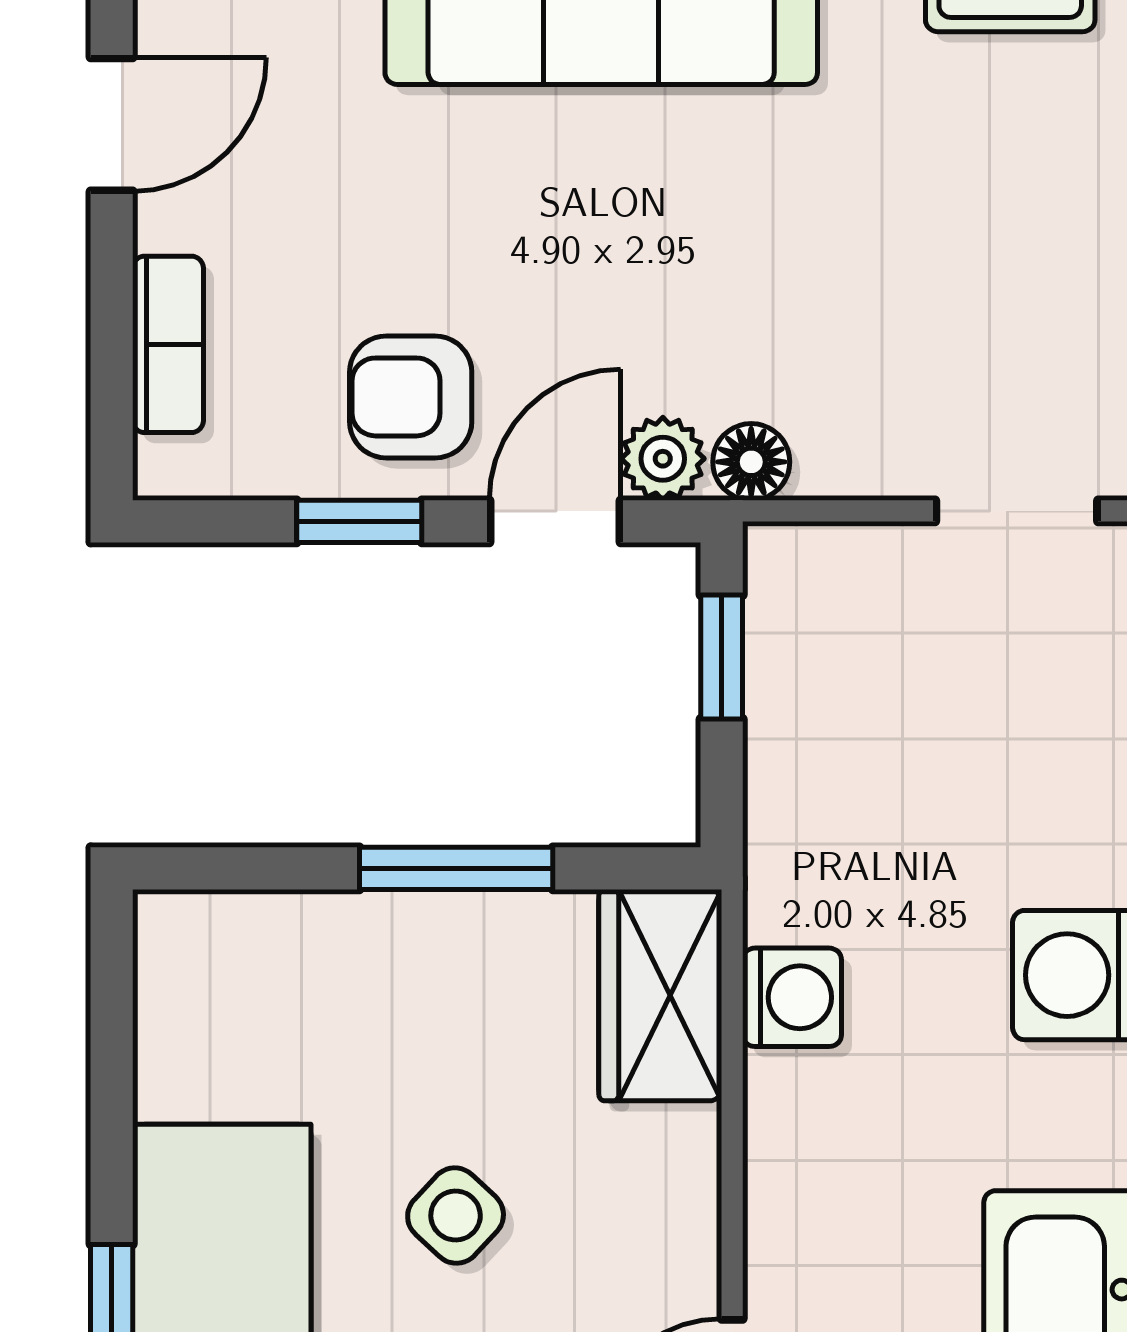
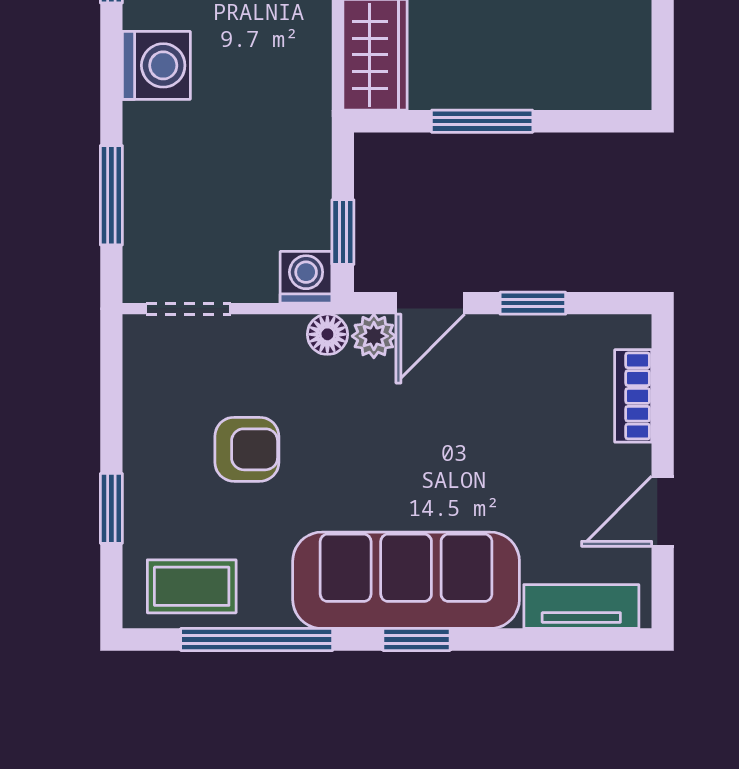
armchair: (411, 397) -> (247, 449), moved
washing machine: (792, 997) -> (306, 277), moved, turned 90

